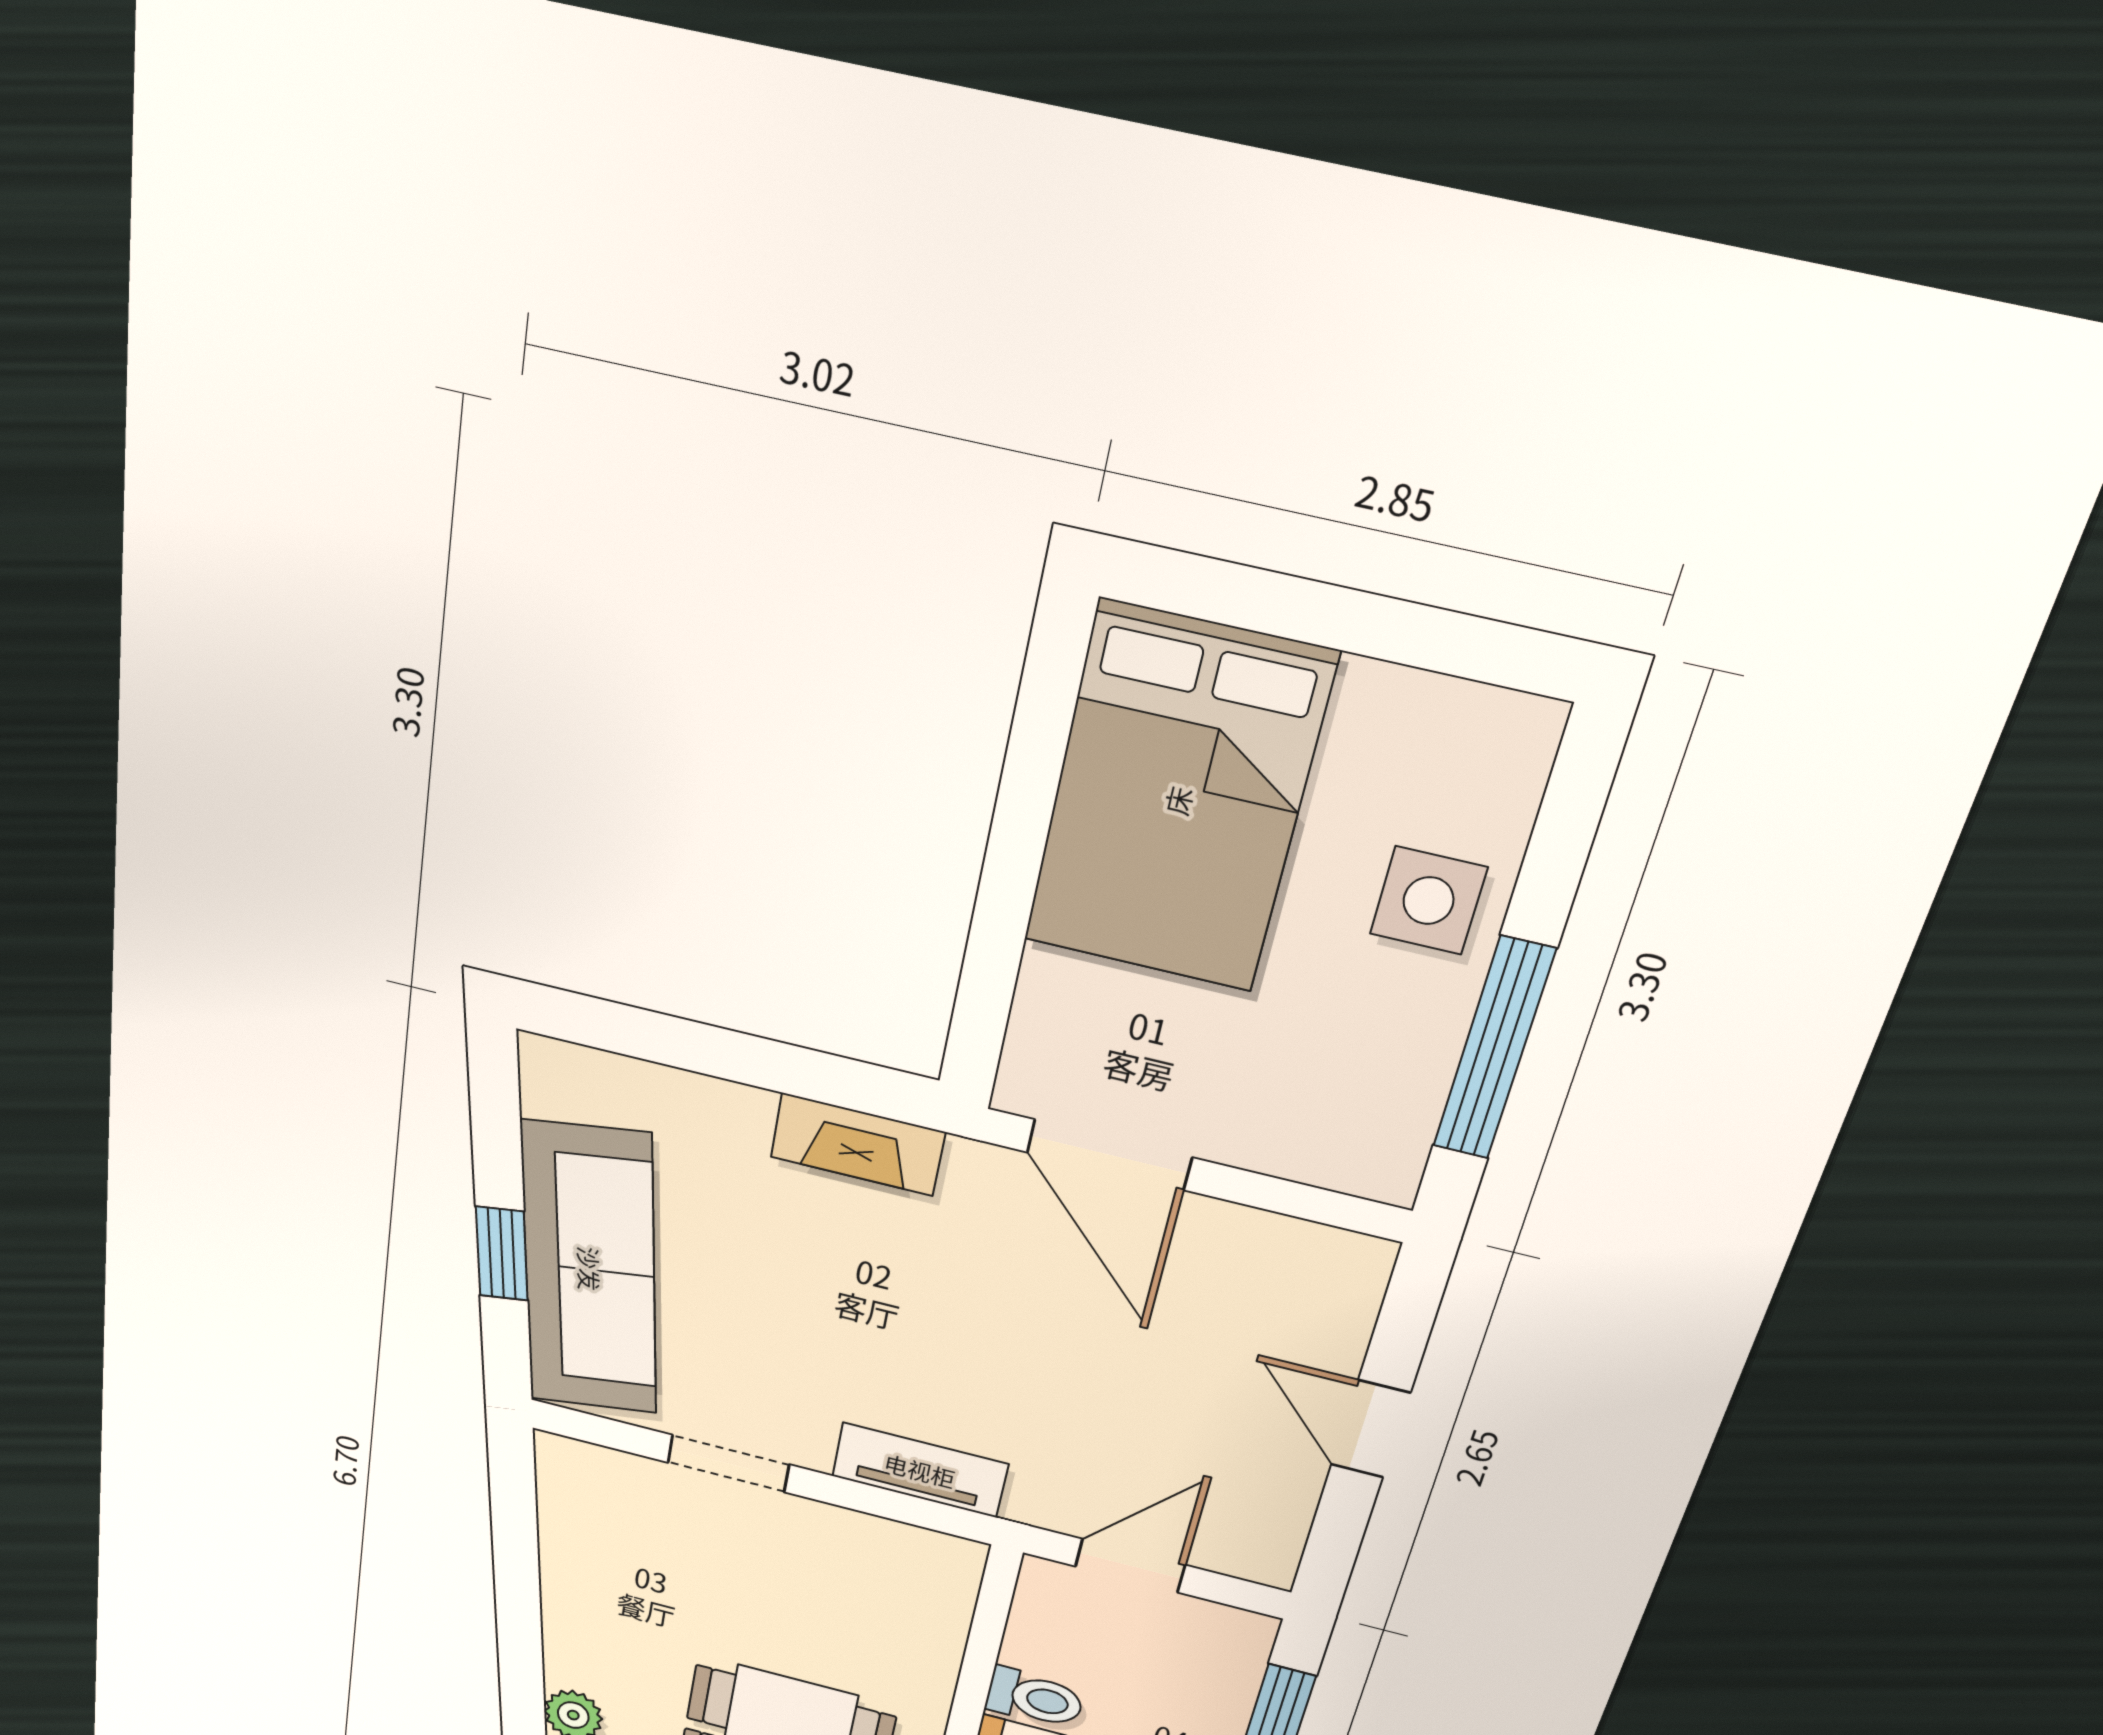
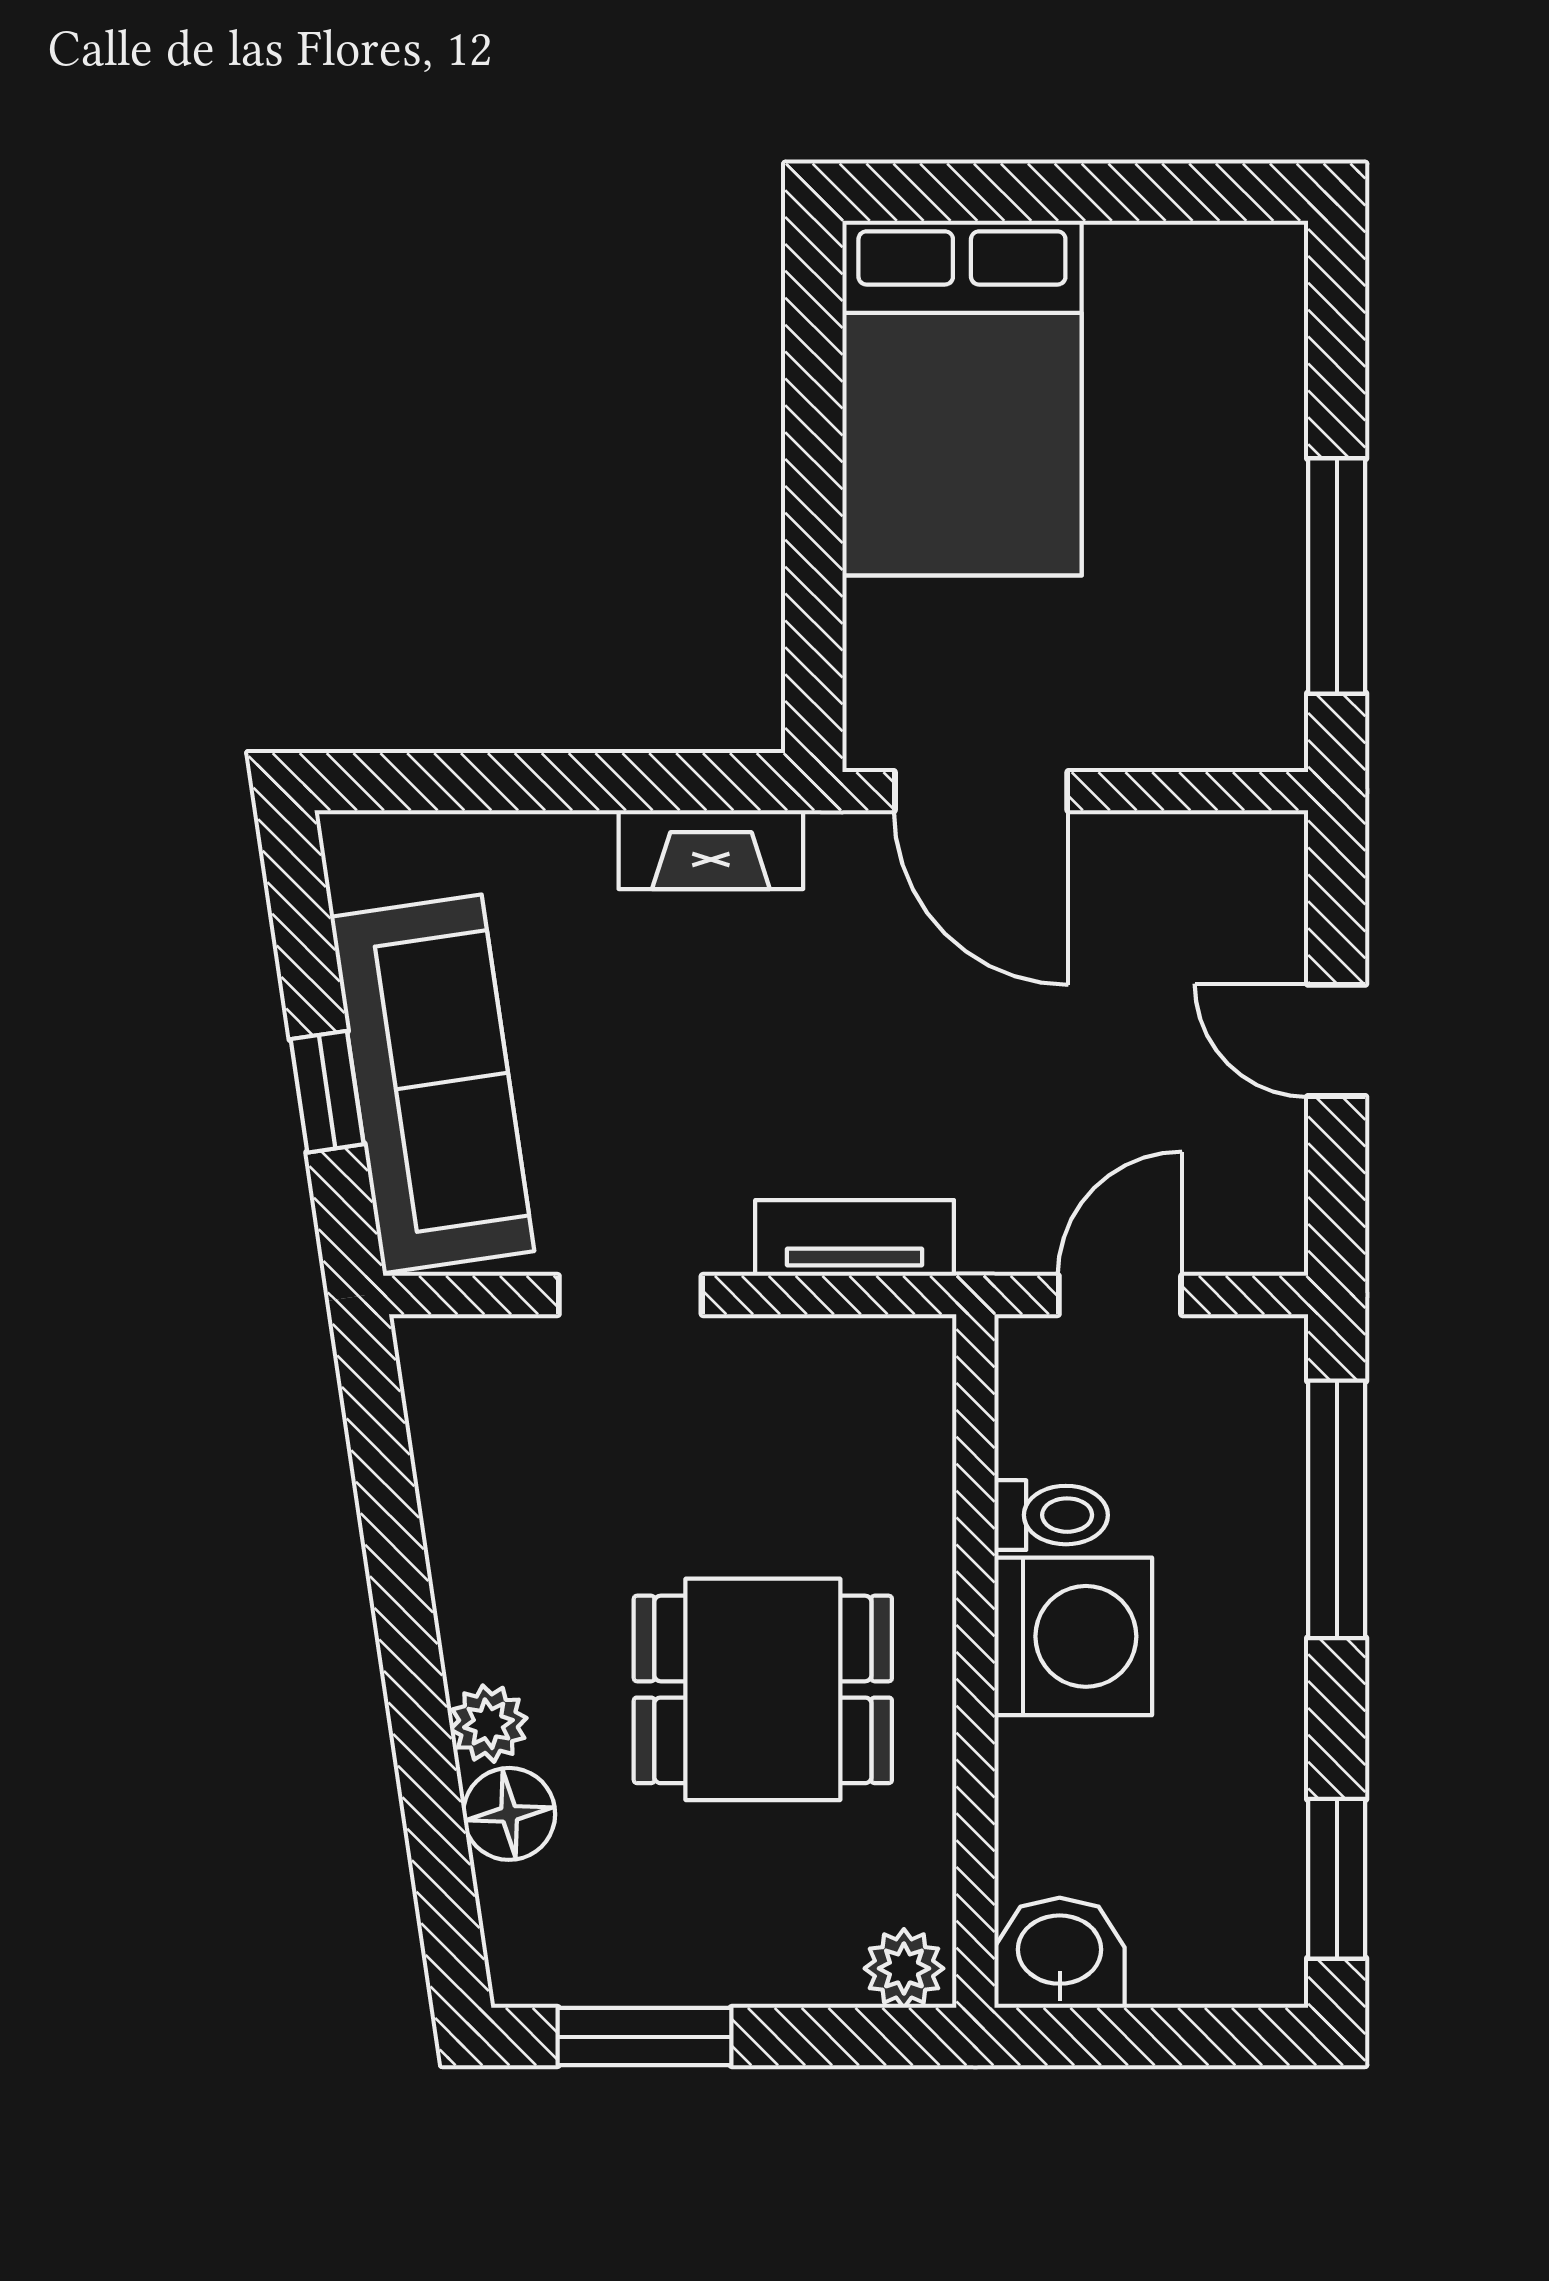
side table: (1428, 901) -> (1230, 441), removed

